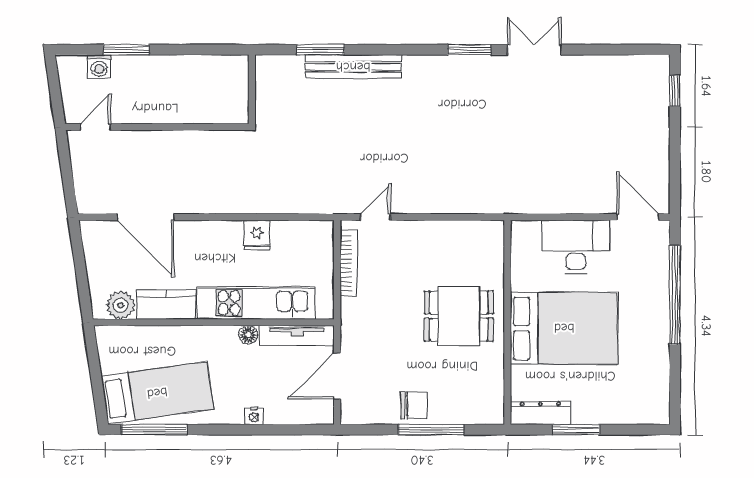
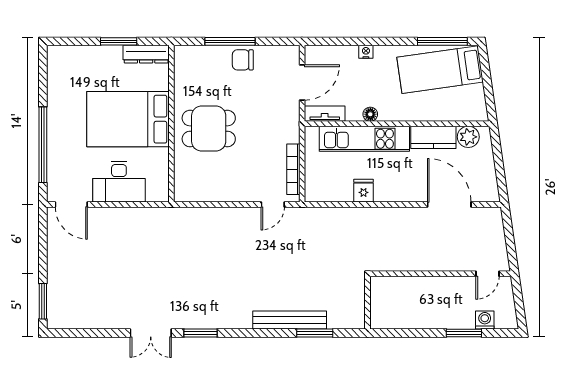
window: (675, 91) -> (43, 301), width x1.50
tv unit: (297, 335) -> (325, 114), width x0.71

